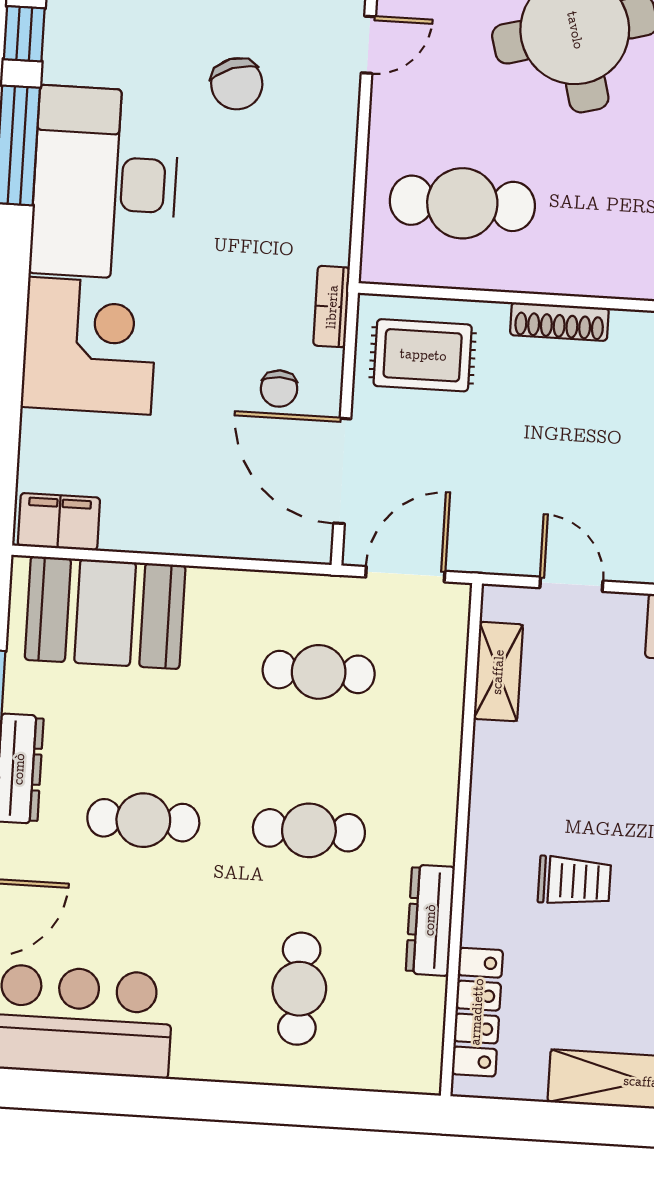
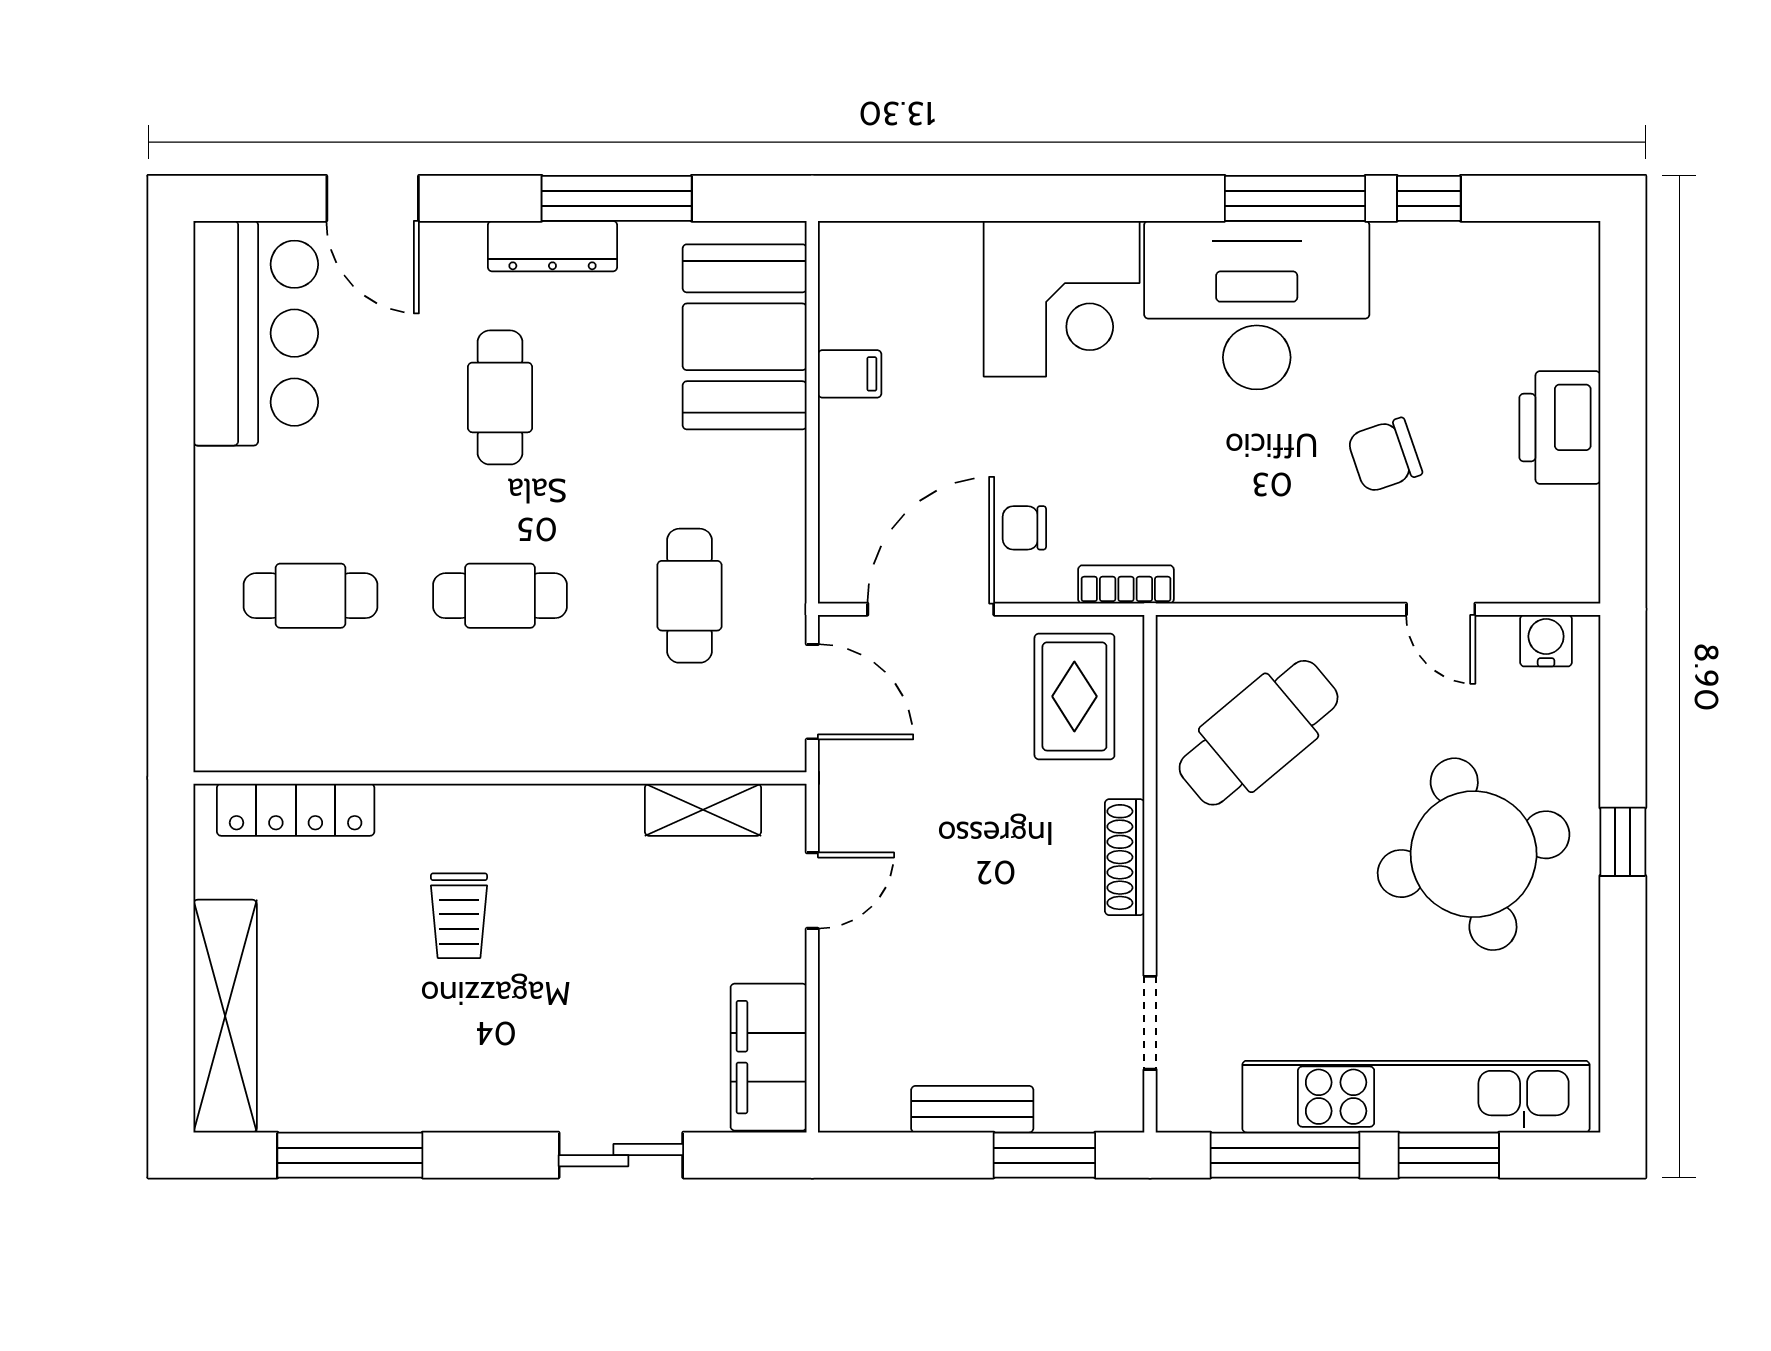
cafe table: (462, 203) -> (1259, 733), turned 50
filing cabinet: (59, 522) -> (850, 374), moved, width x0.50
cafe table: (309, 830) -> (500, 596), turned 90
dresser: (430, 920) -> (402, 747), removed

